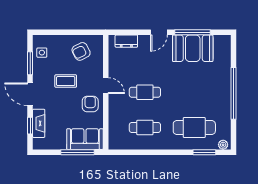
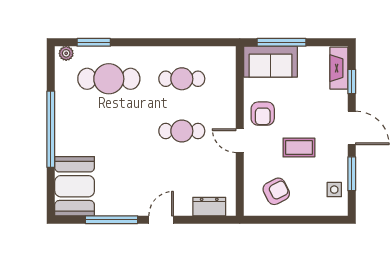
booth: (193, 48) -> (75, 186), moved, turned 90
fireplace: (39, 123) -> (339, 68), moved

